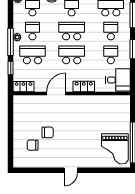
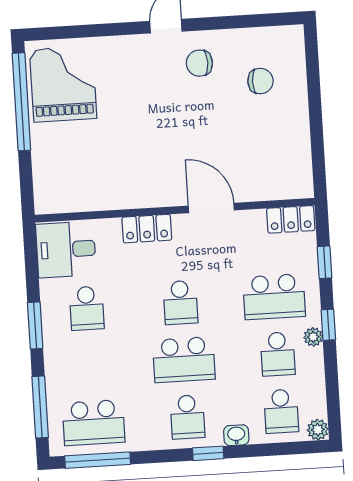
school desk: (111, 31) -> (90, 365), removed
window: (11, 42) -> (328, 325), width x0.46
school desk: (72, 55) -> (180, 302), width x0.54
door: (56, 93) -> (211, 208), swing flipped
chair: (48, 132) -> (199, 63), moved

